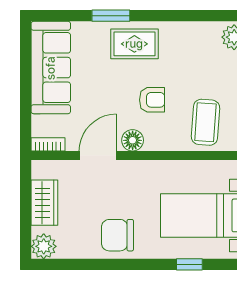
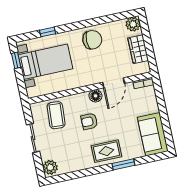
sofa: (51, 68) -> (153, 134), width x0.73

